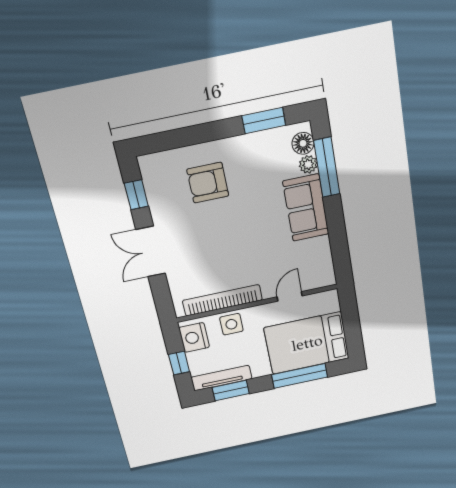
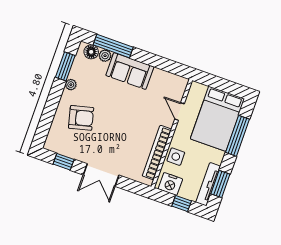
plant: (244, 143) -> (71, 85), added
armchair: (208, 183) -> (81, 118), turned -104

